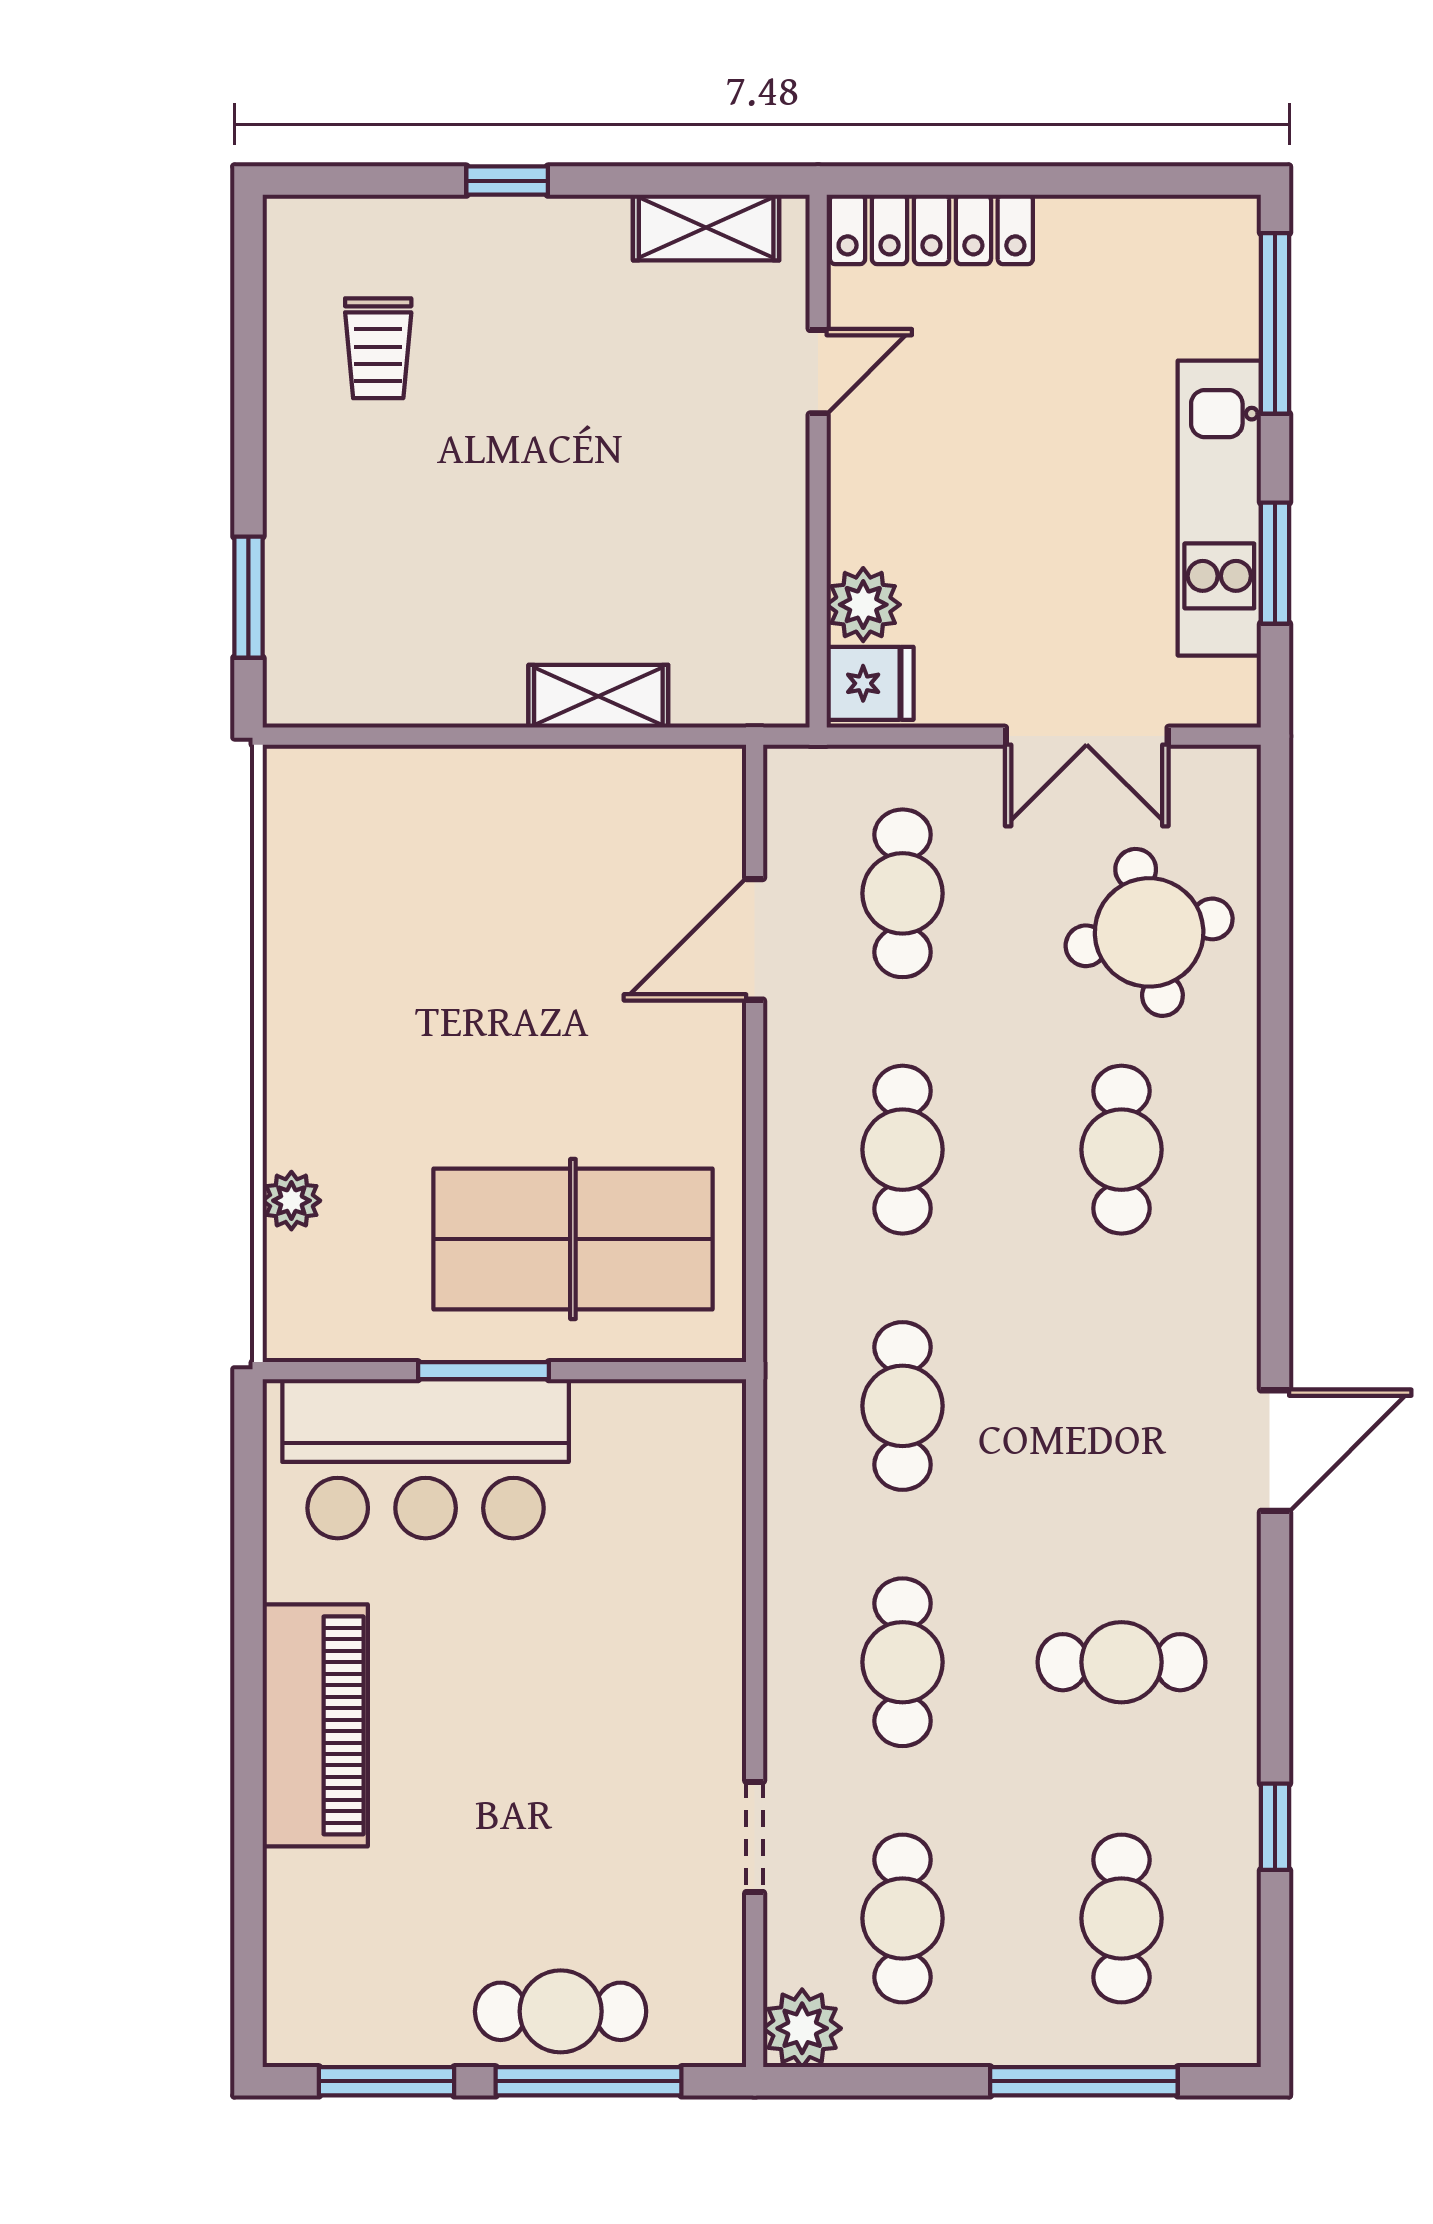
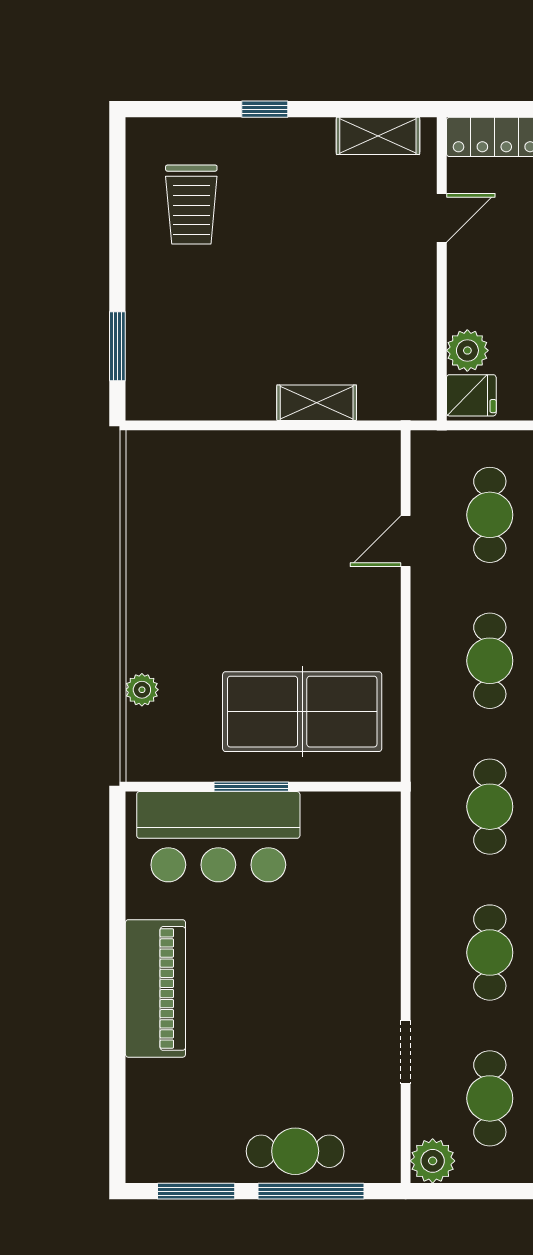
trolley: (378, 348) -> (191, 205), width x1.36, depth x1.39
door: (755, 939) -> (406, 541), width x0.73

